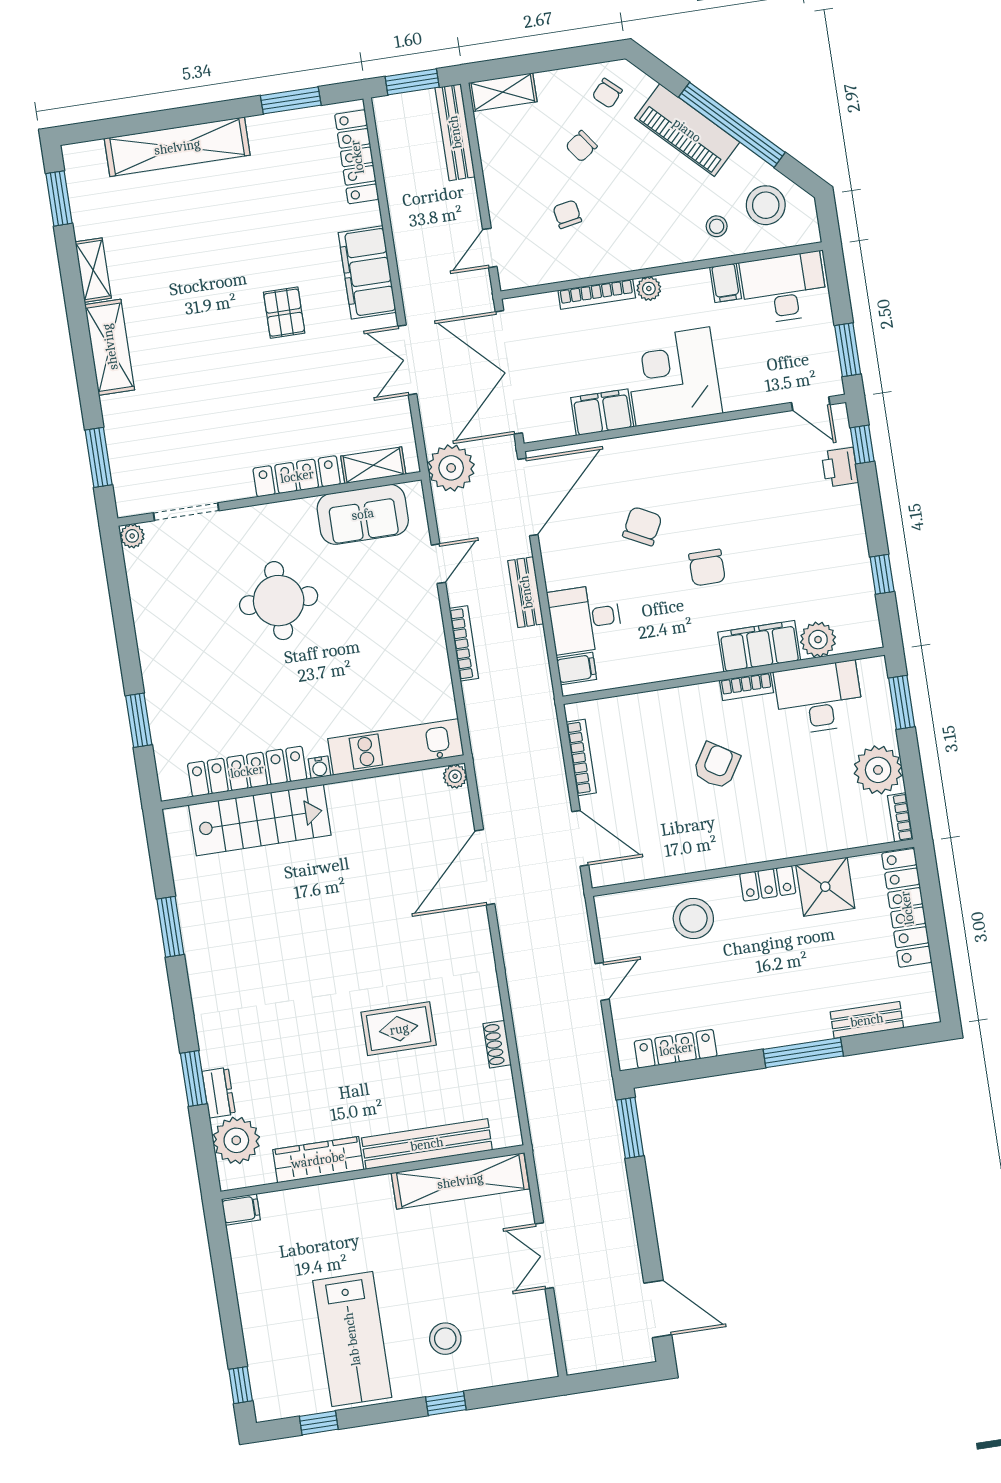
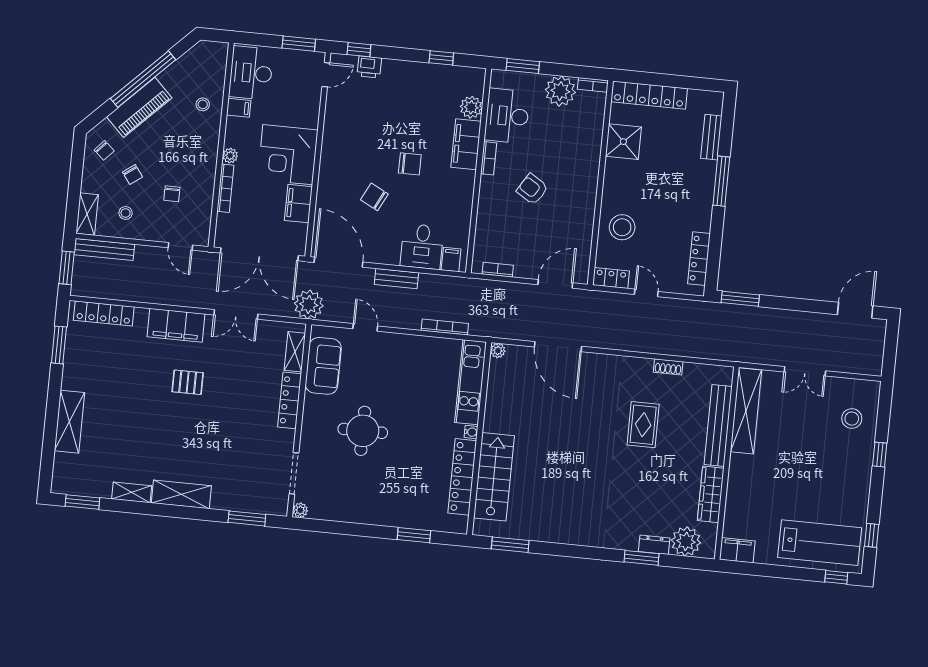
shelving: (177, 147) -> (69, 422), width x0.68
stool: (766, 205) -> (126, 213), moved, width x0.53, depth x0.53
chair: (567, 214) -> (172, 194), turned -80
bookcase: (464, 643) -> (445, 327), moved
bookcase: (581, 757) -> (498, 270), width x0.64
locker: (768, 883) -> (611, 278), moved, turned -90
window: (170, 927) -> (510, 545), moved
filing cabinet: (241, 1209) -> (737, 550), width x2.00
lab bench: (352, 1339) -> (820, 543), moved
stool: (445, 1339) -> (852, 419), moved

